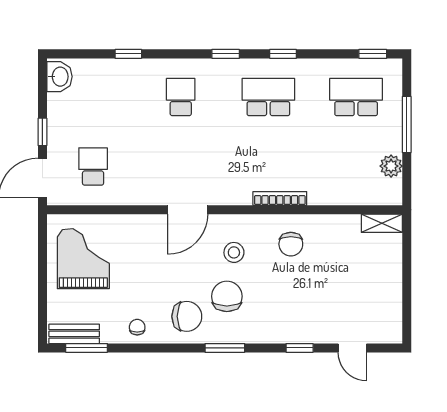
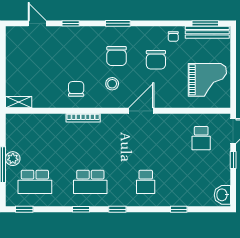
plant: (391, 166) -> (13, 159), moved
grand piano: (83, 259) -> (207, 80), turned -90
chair: (187, 316) -> (156, 60), moved, turned -90
bench: (74, 334) -> (207, 32), width x1.36

